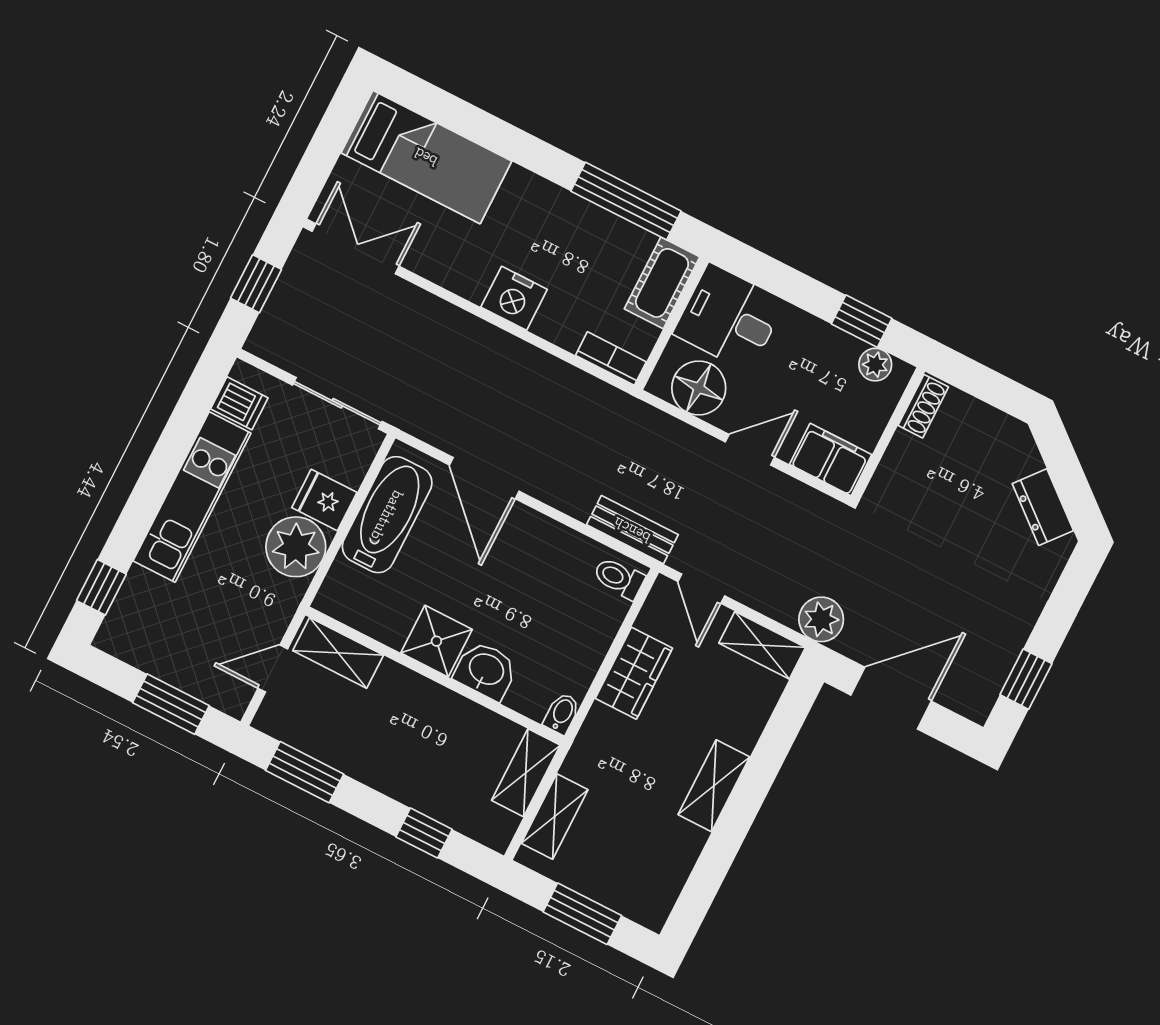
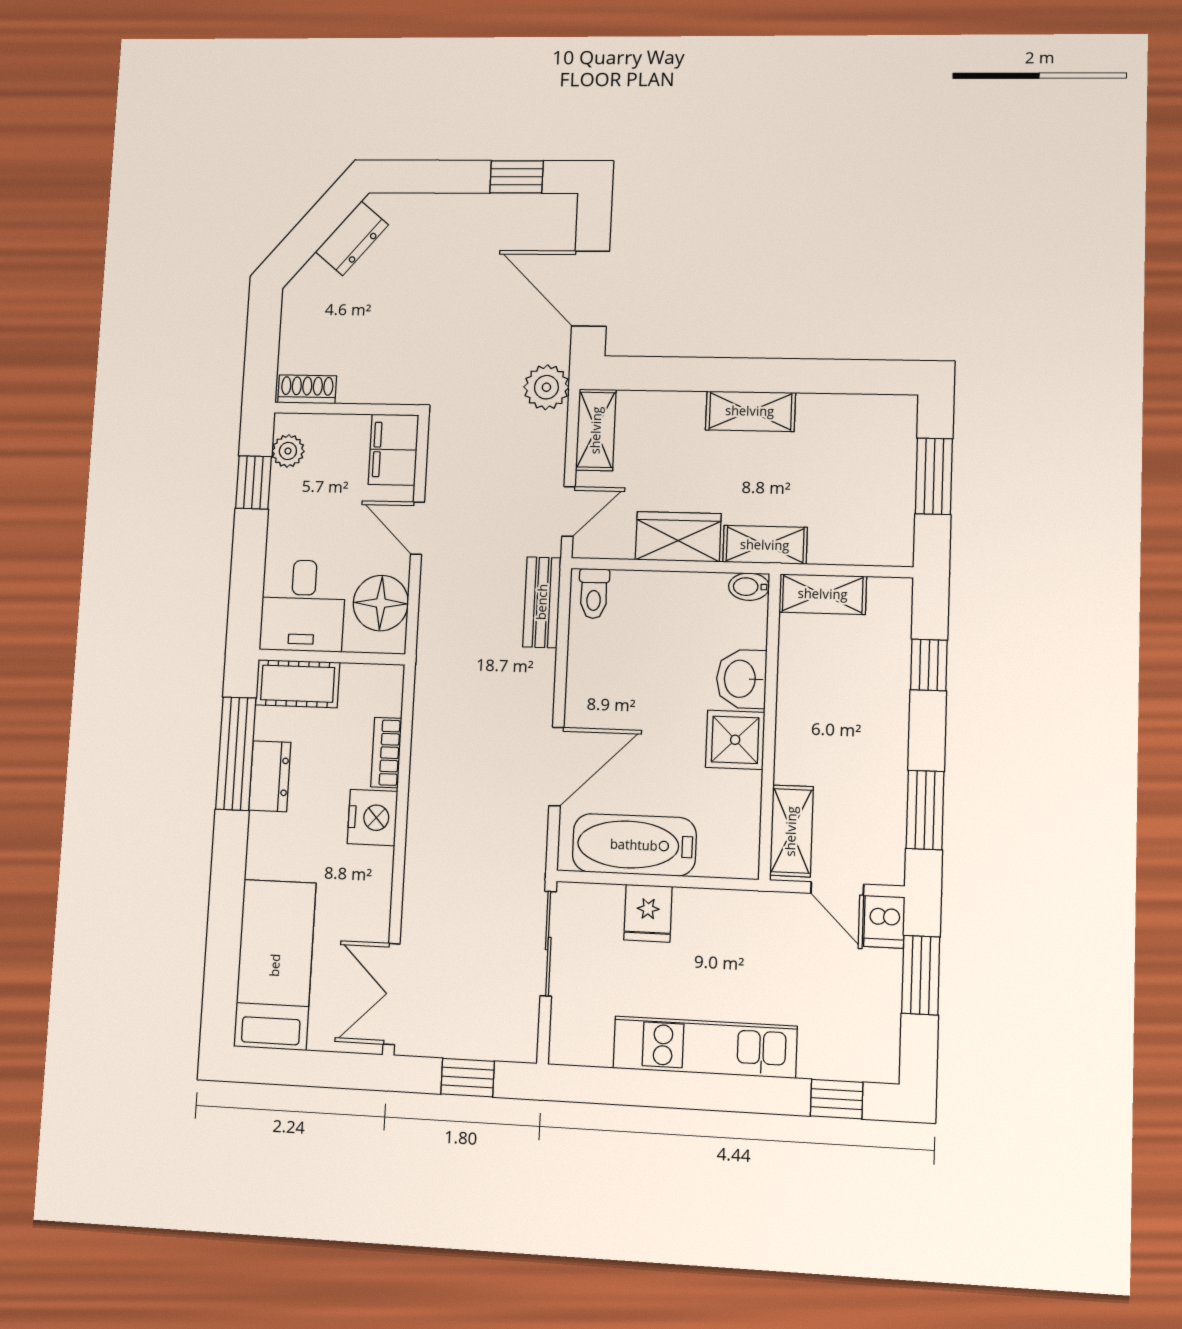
dresser: (592, 223) -> (270, 776), added
bookcase: (611, 359) -> (386, 753), moved
dishwasher: (239, 403) -> (884, 922), moved, turned 180
plant: (296, 547) -> (707, 921), removed
shelving: (555, 816) -> (765, 545), moved

